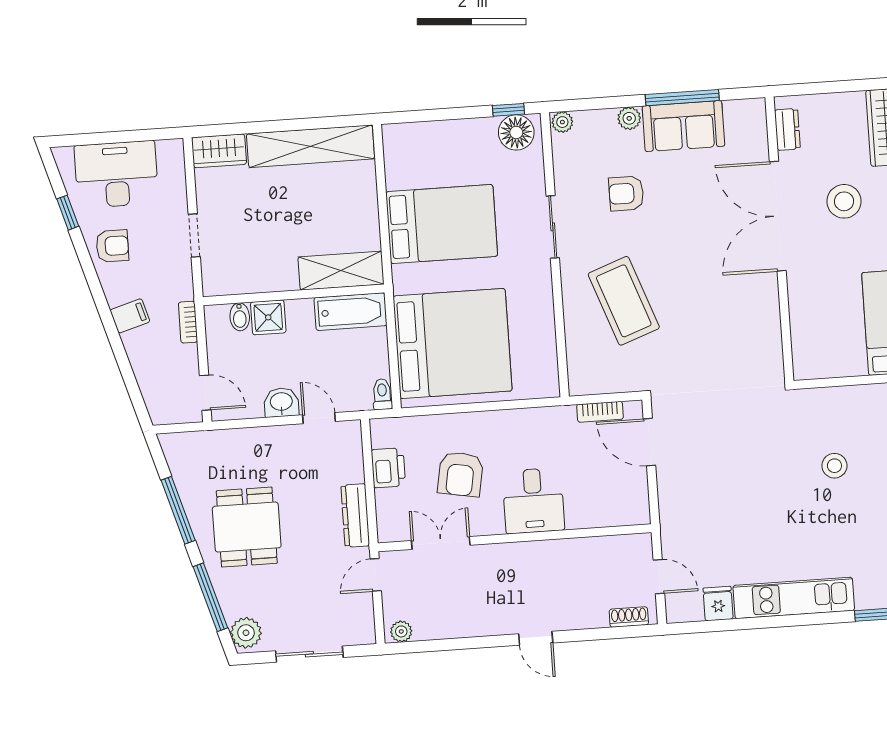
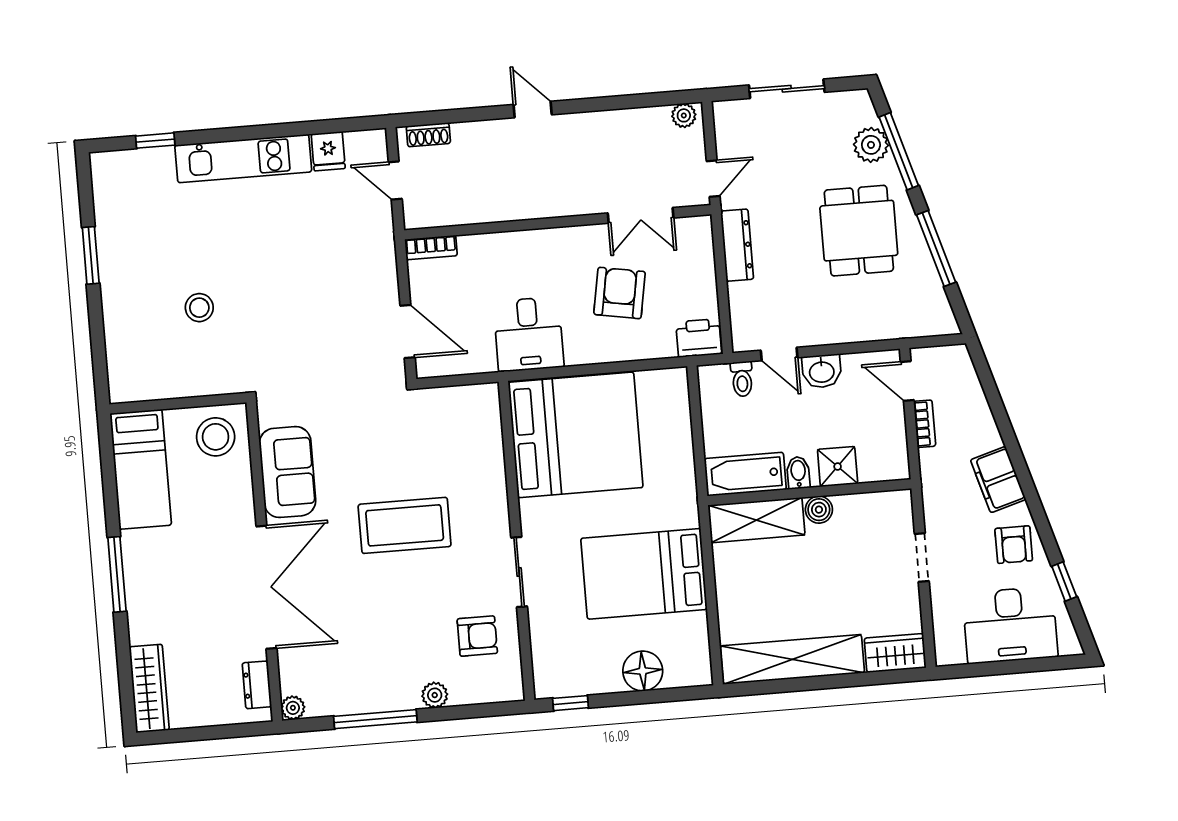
plant: (562, 122) -> (293, 708), moved
sofa: (683, 126) -> (287, 472), moved, turned 90
floor lamp: (516, 132) -> (643, 671), moved
armchair: (626, 193) -> (477, 636), moved
stool: (844, 201) -> (216, 437), moved
armchair: (112, 246) -> (1014, 545), turned -90
boiler: (285, 279) -> (819, 510), added
coffee table: (624, 301) -> (405, 525), moved, turned -70
filing cabinet: (130, 316) -> (998, 480), width x2.00
bidet: (240, 317) -> (798, 473), moved
bookcase: (188, 322) -> (925, 424), moved
bed: (453, 343) -> (576, 435), moved, turned 180
toilet: (382, 394) -> (742, 379), moved
bookcase: (600, 412) -> (431, 248), moved, turned 180
printer: (388, 468) -> (699, 338), moved, turned 90
desk: (533, 501) -> (529, 334), moved, turned 180
plant: (246, 633) -> (871, 145), moved

